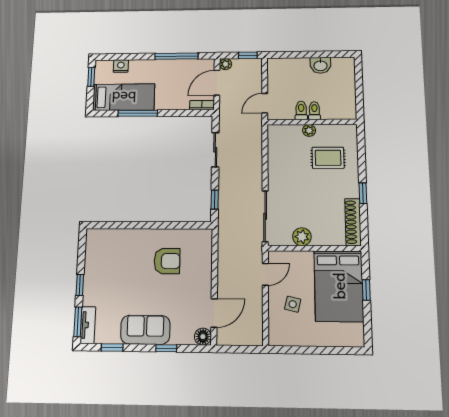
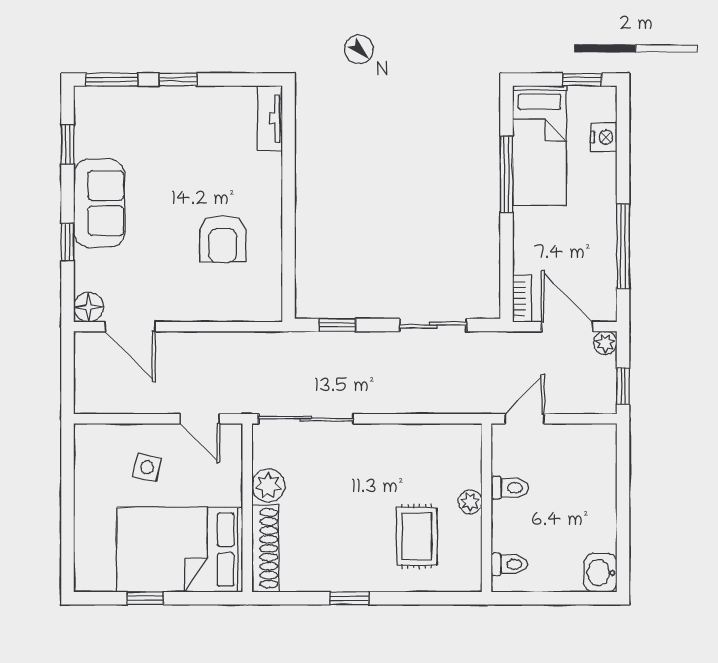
washbasin: (320, 65) -> (601, 573), moved
door: (265, 103) -> (525, 419), hinge flipped
toilet: (314, 111) -> (509, 564), moved
shoe rack: (353, 222) -> (265, 548), moved, turned 90
window: (366, 290) -> (145, 598), moved
tv unit: (88, 325) -> (270, 118), moved, turned 90

